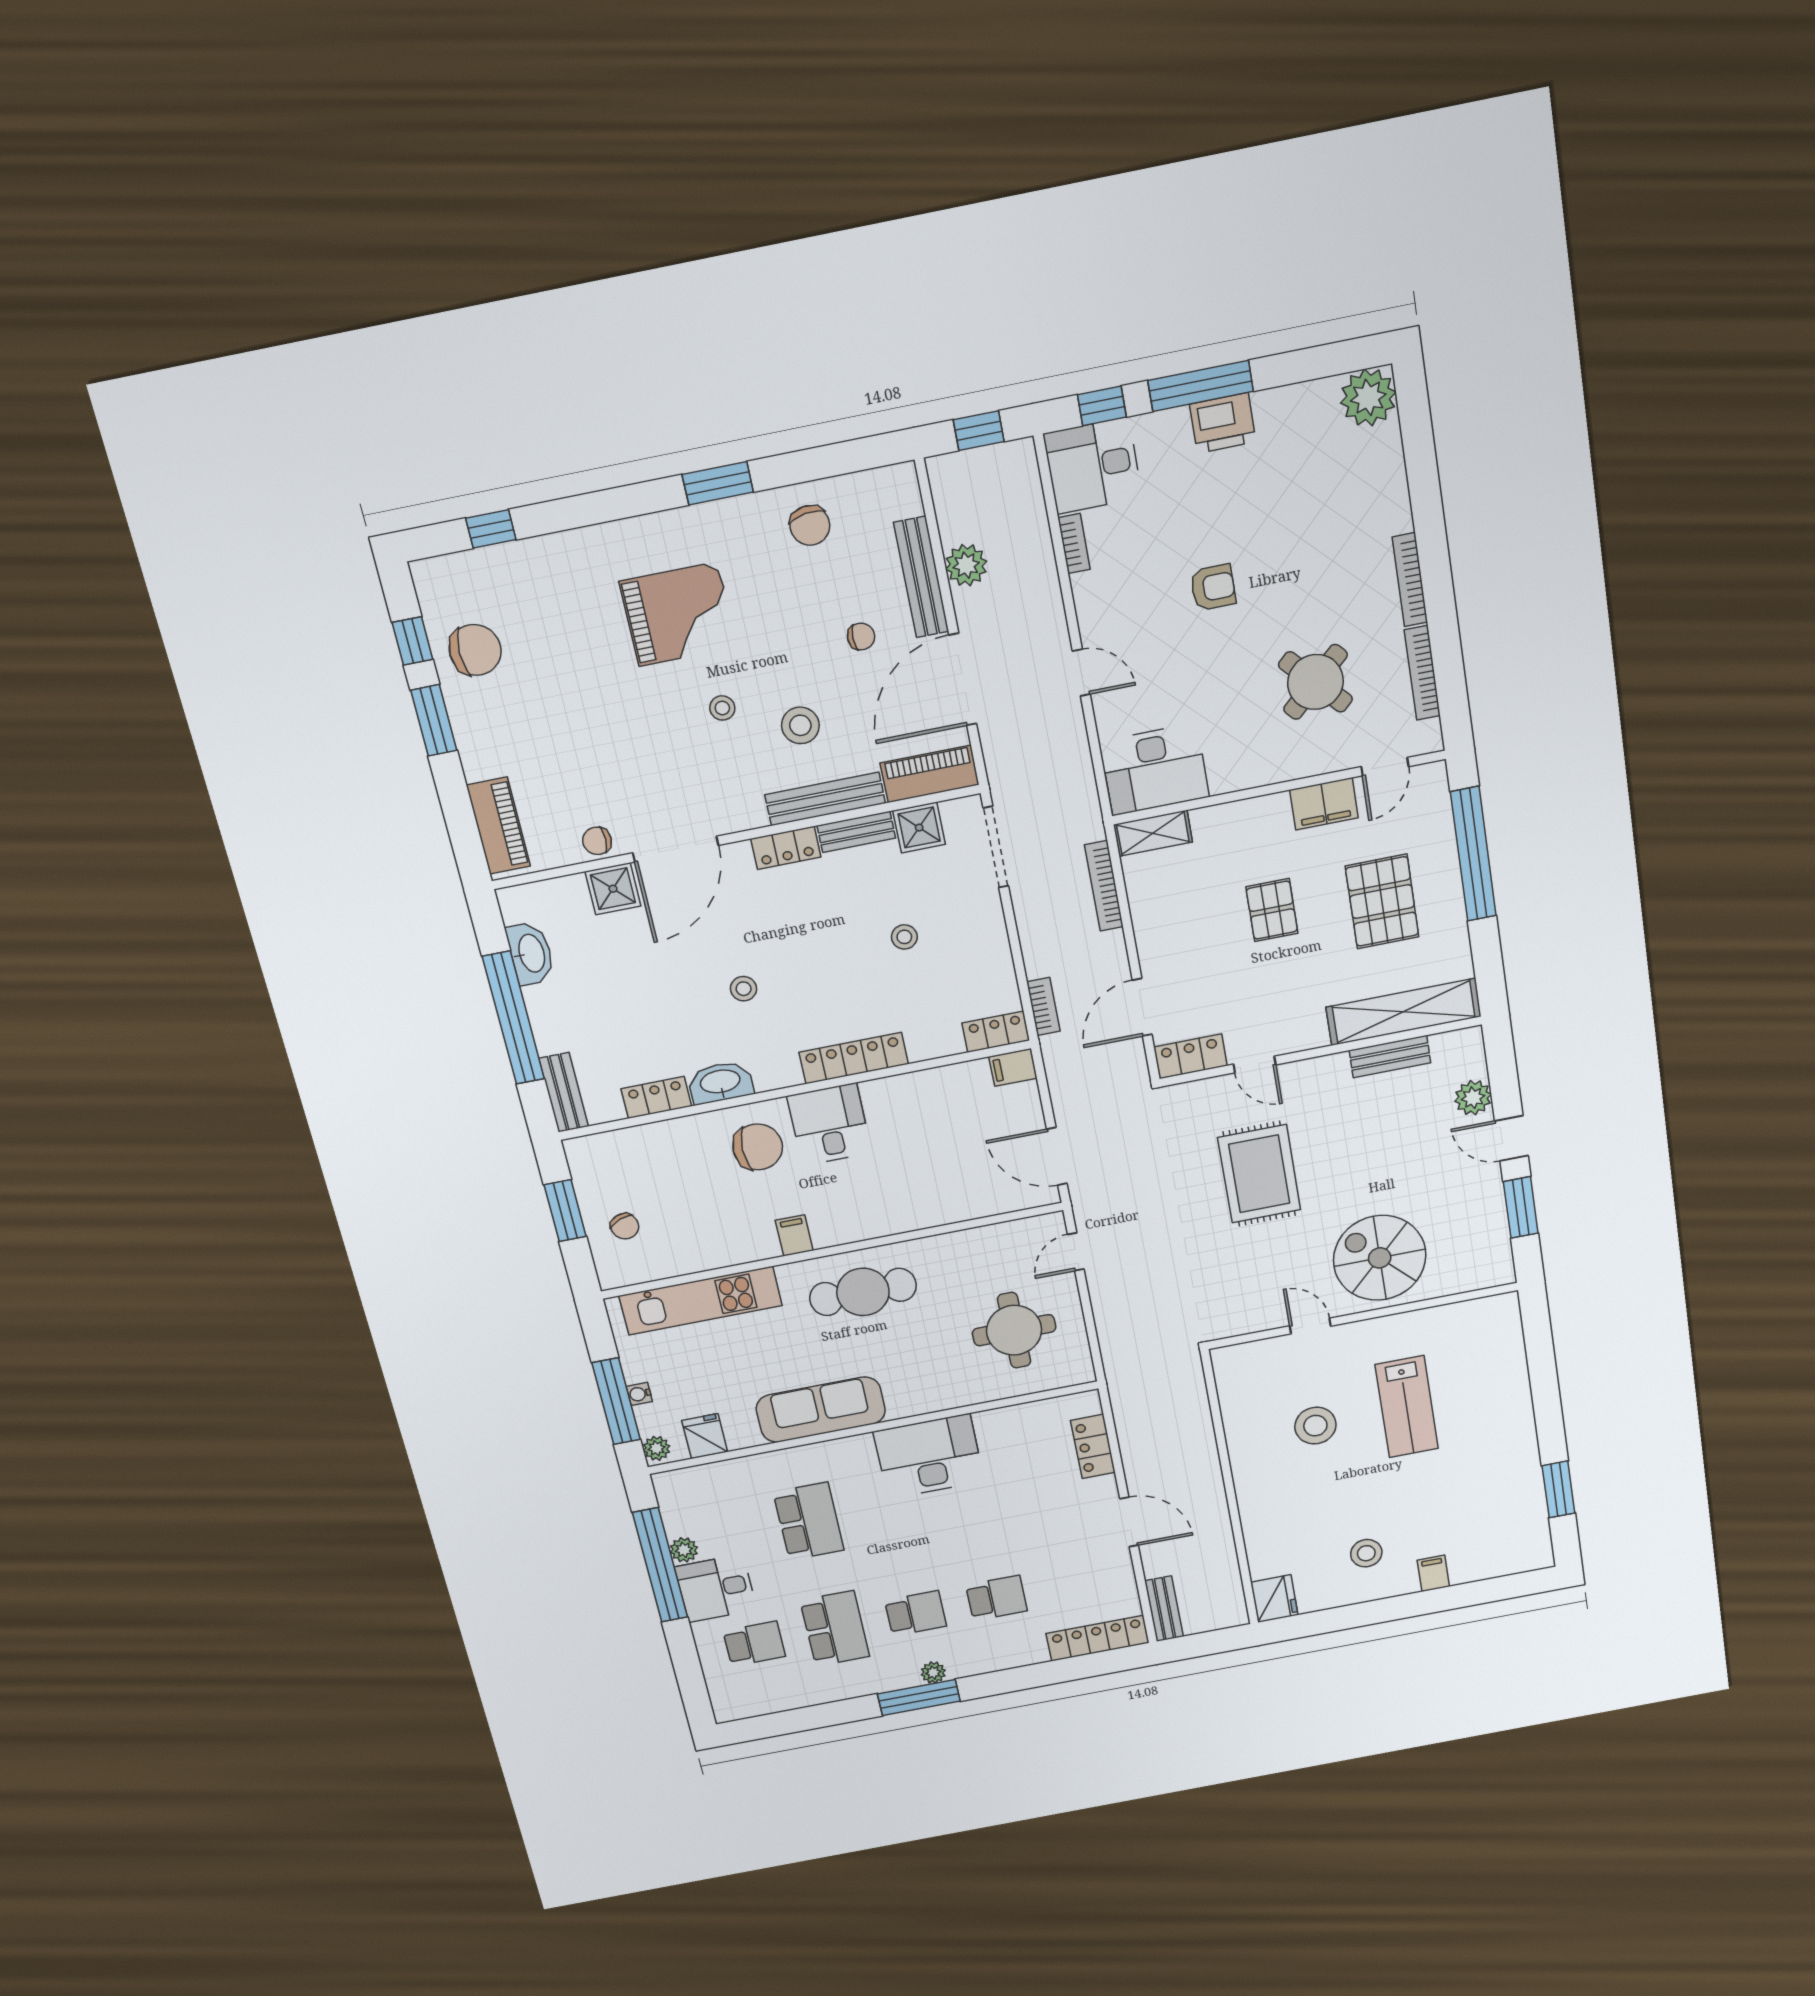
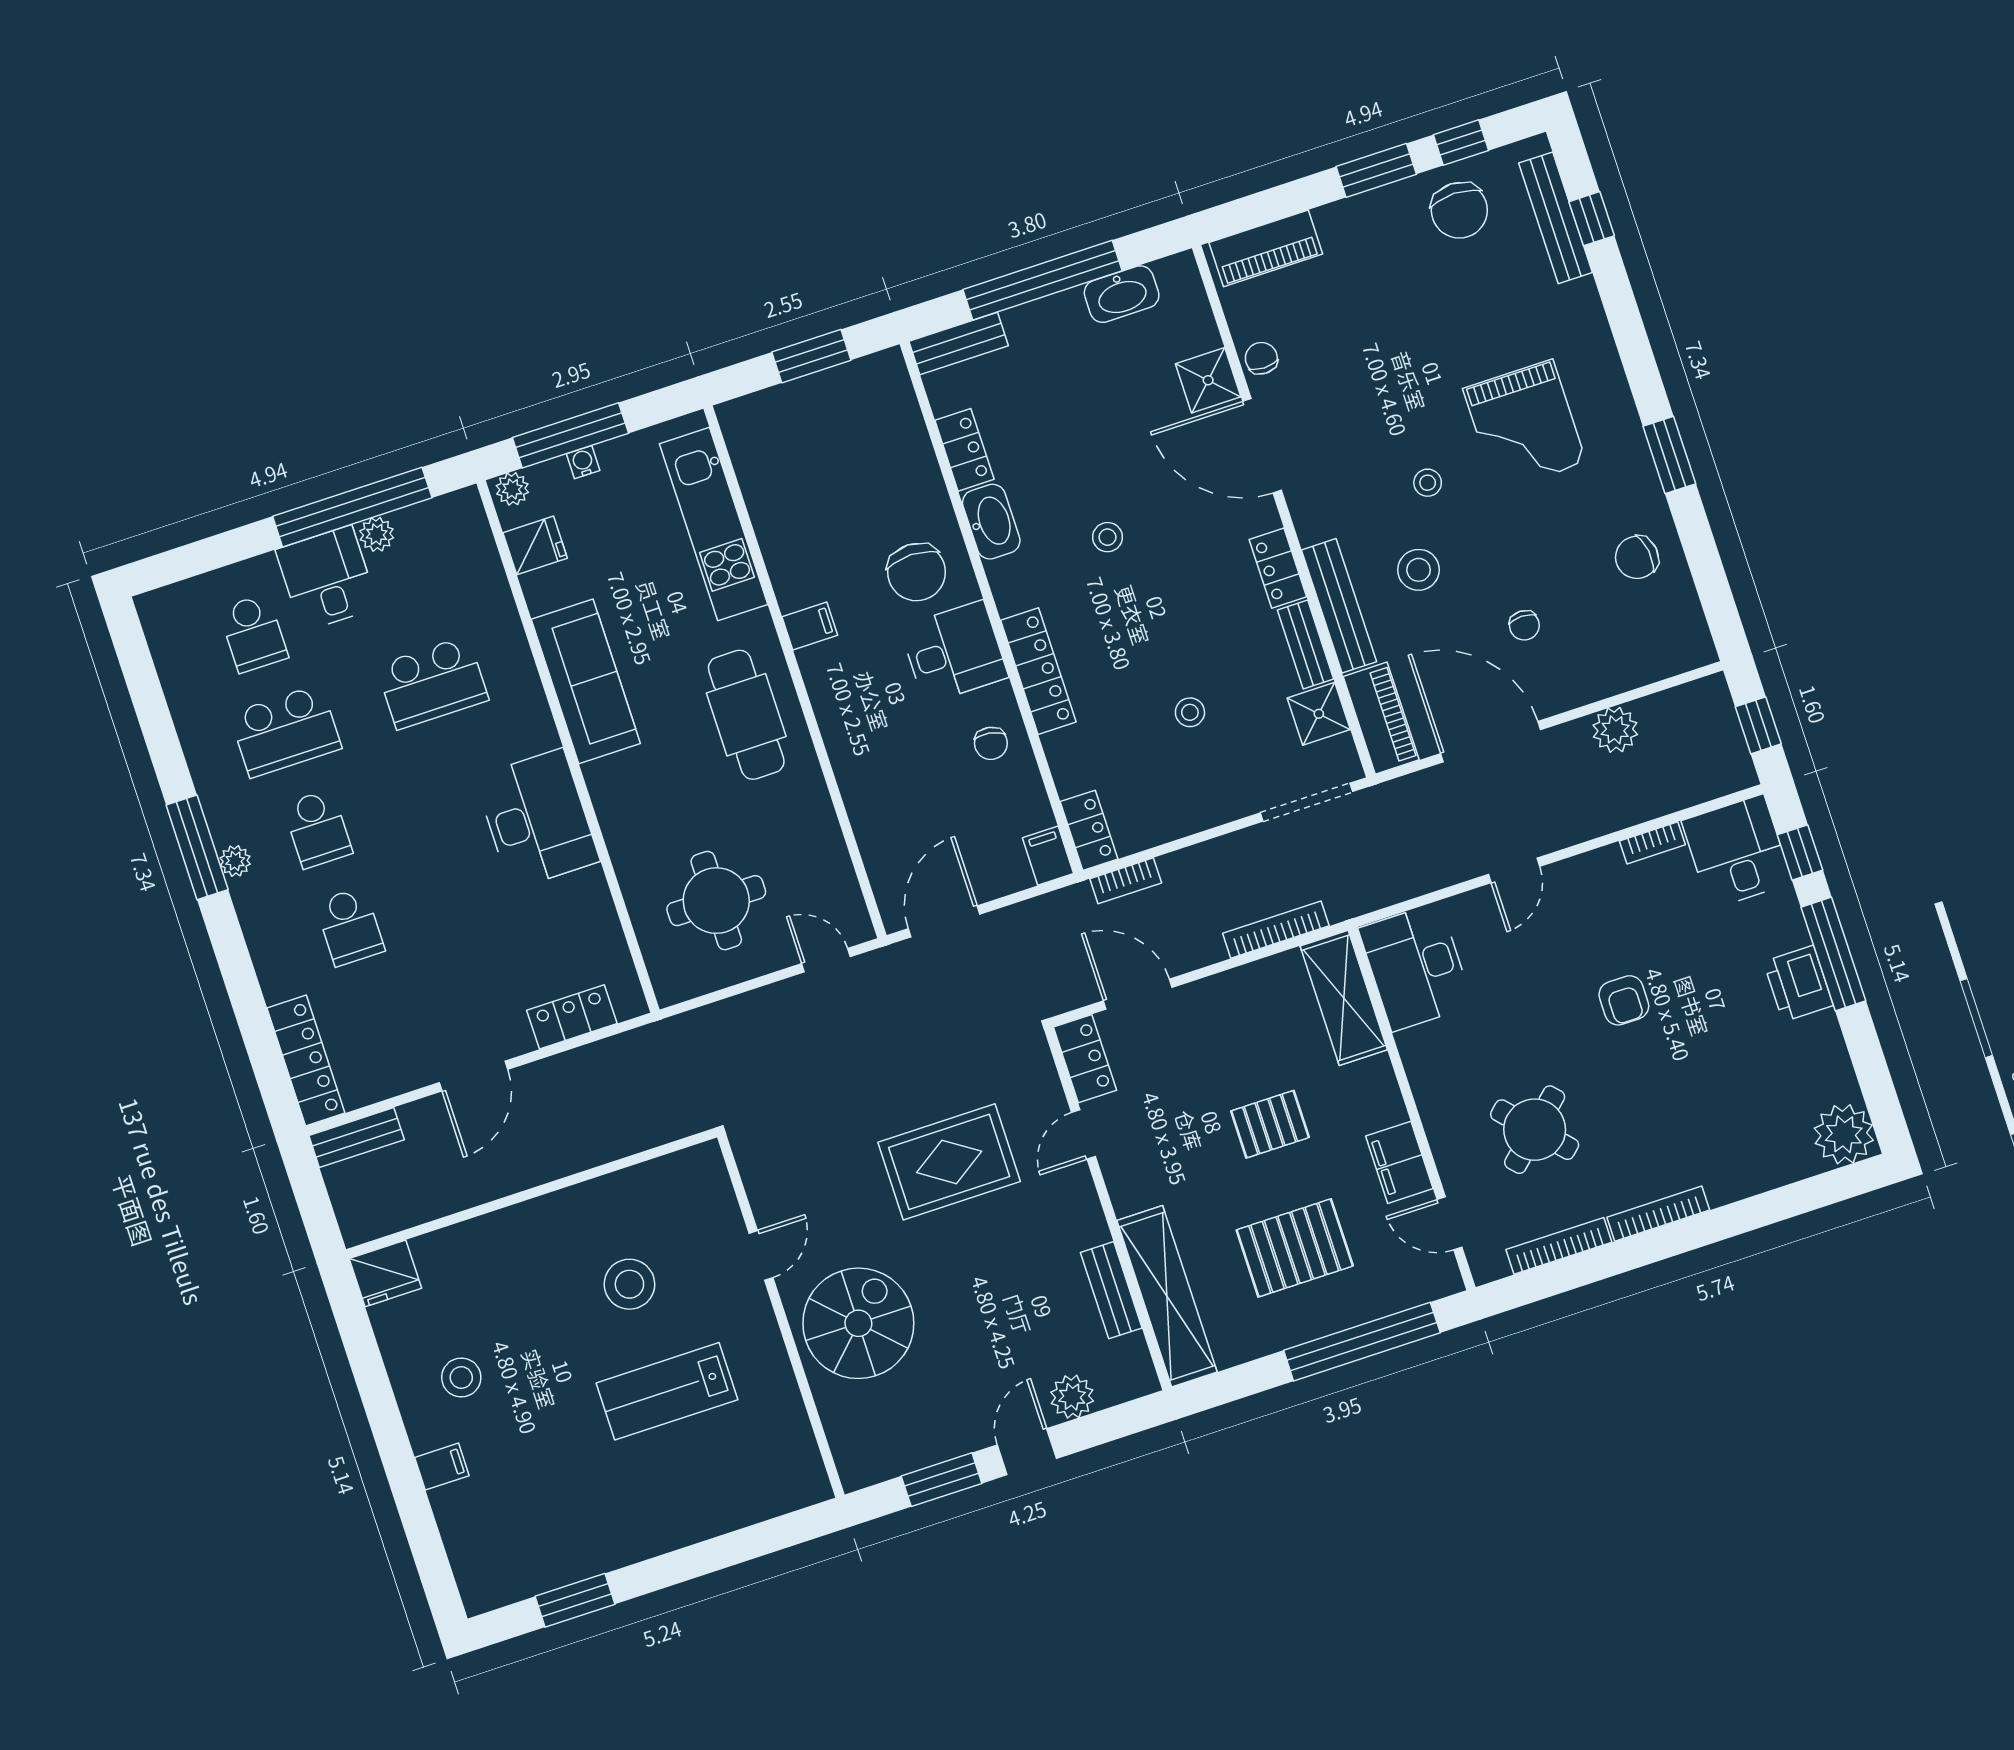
bench: (921, 577) -> (1556, 218), moved, turned 90
shelving: (1153, 833) -> (1344, 998), width x1.50, depth x1.33
chair: (625, 1226) -> (991, 743), moved, turned -60

